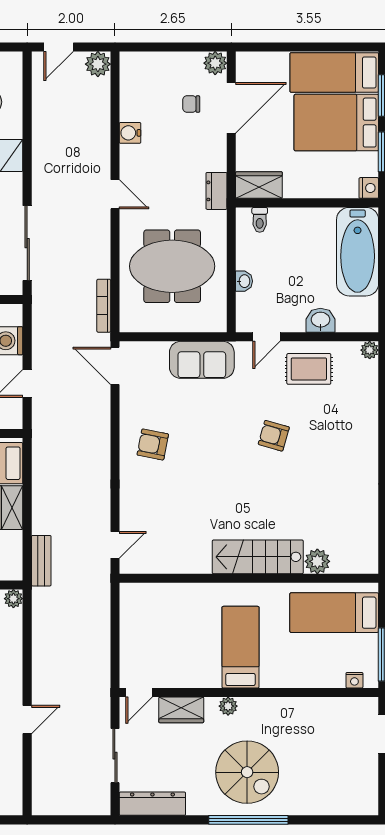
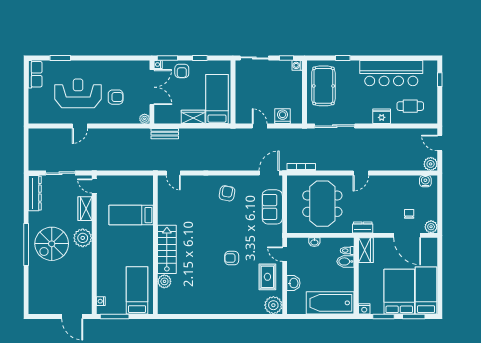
water cooler: (130, 133) -> (425, 181), moved
bidet: (280, 223) -> (345, 261), added
plant: (370, 350) -> (273, 305), width x1.87, depth x1.87
sofa: (202, 360) -> (272, 207), moved
armchair: (274, 436) -> (232, 258), turned -106
bed: (241, 647) -> (131, 215), moved, turned 180
plant: (228, 706) -> (83, 238), width x1.88, depth x1.88
door: (27, 719) -> (80, 126), hinge flipped

